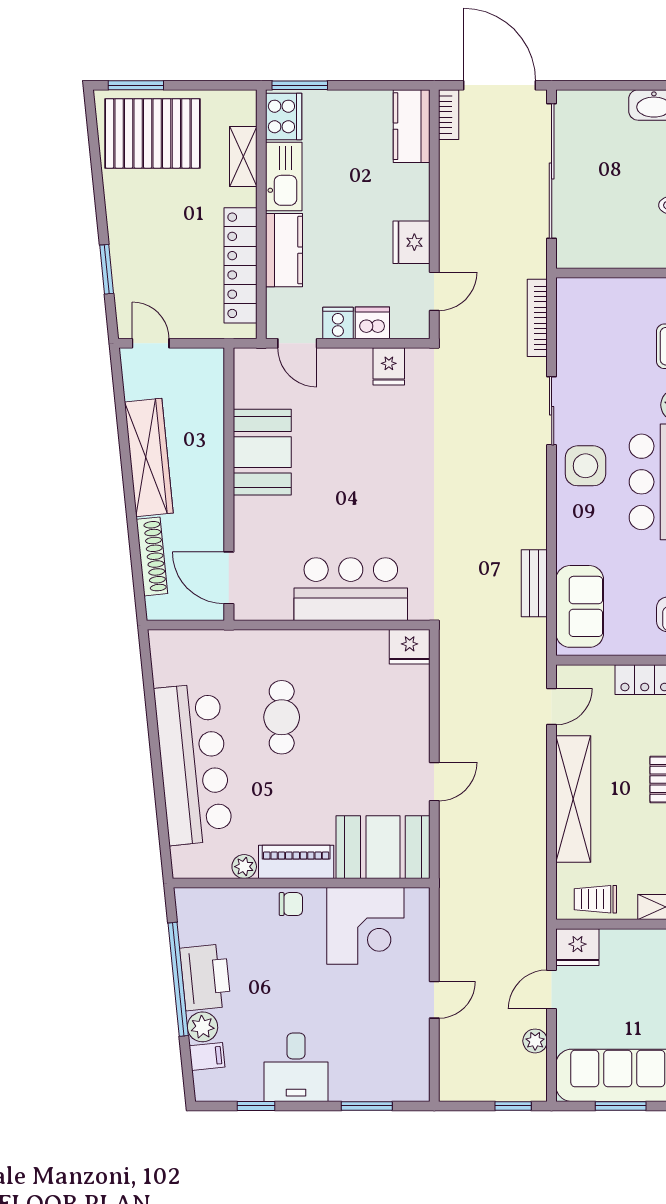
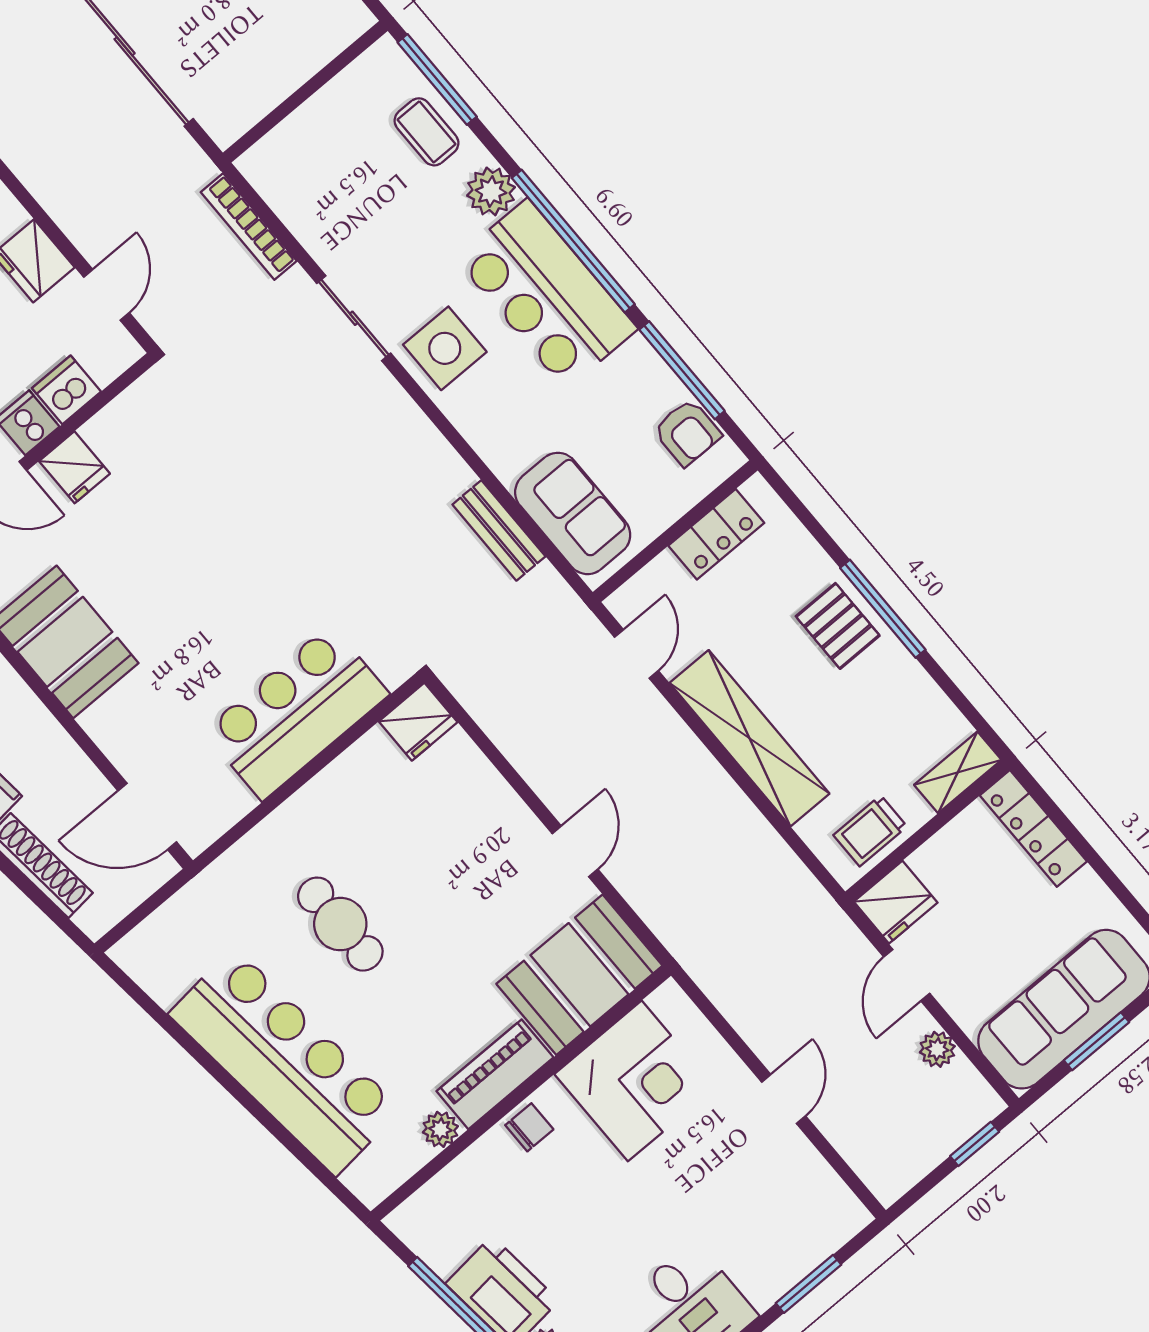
fridge: (389, 366) -> (74, 467), moved

